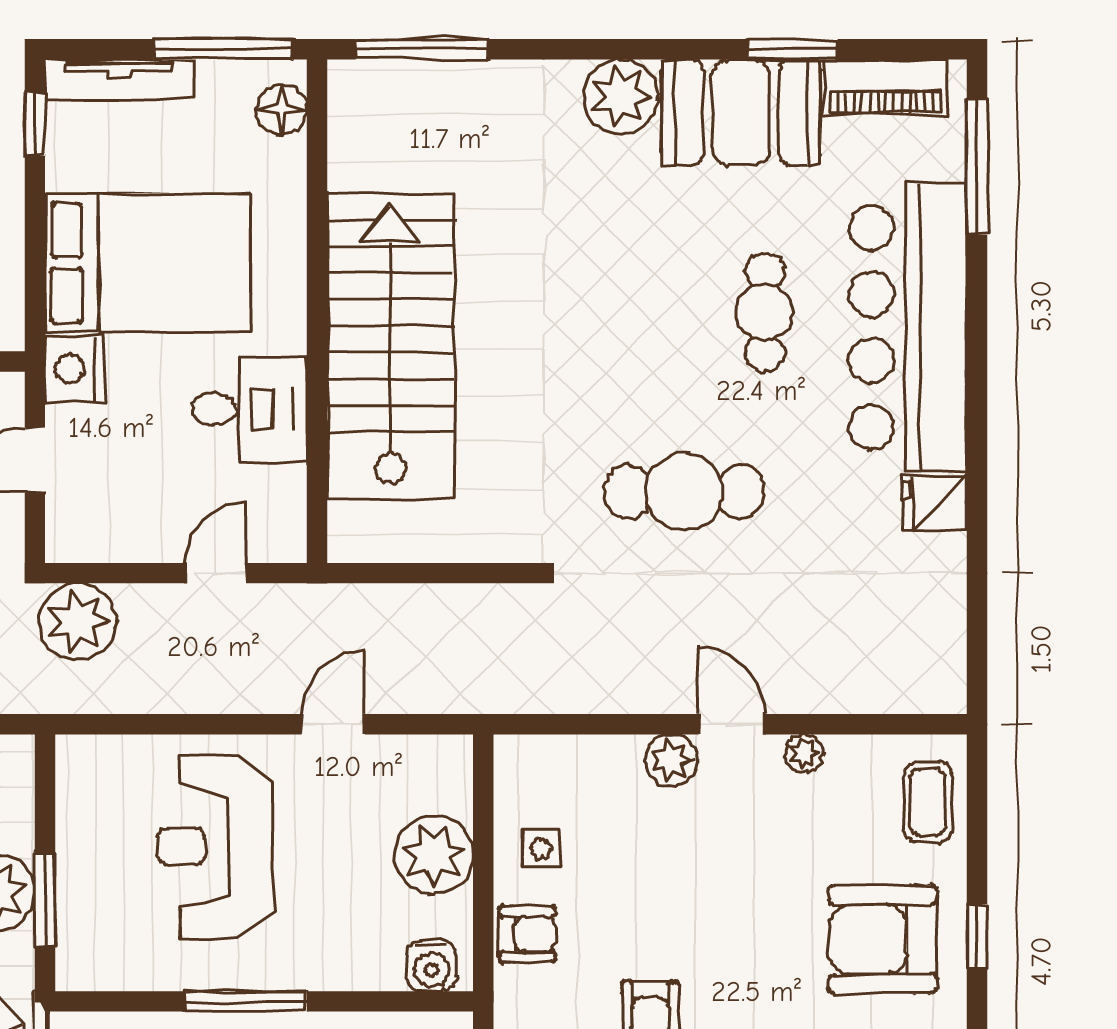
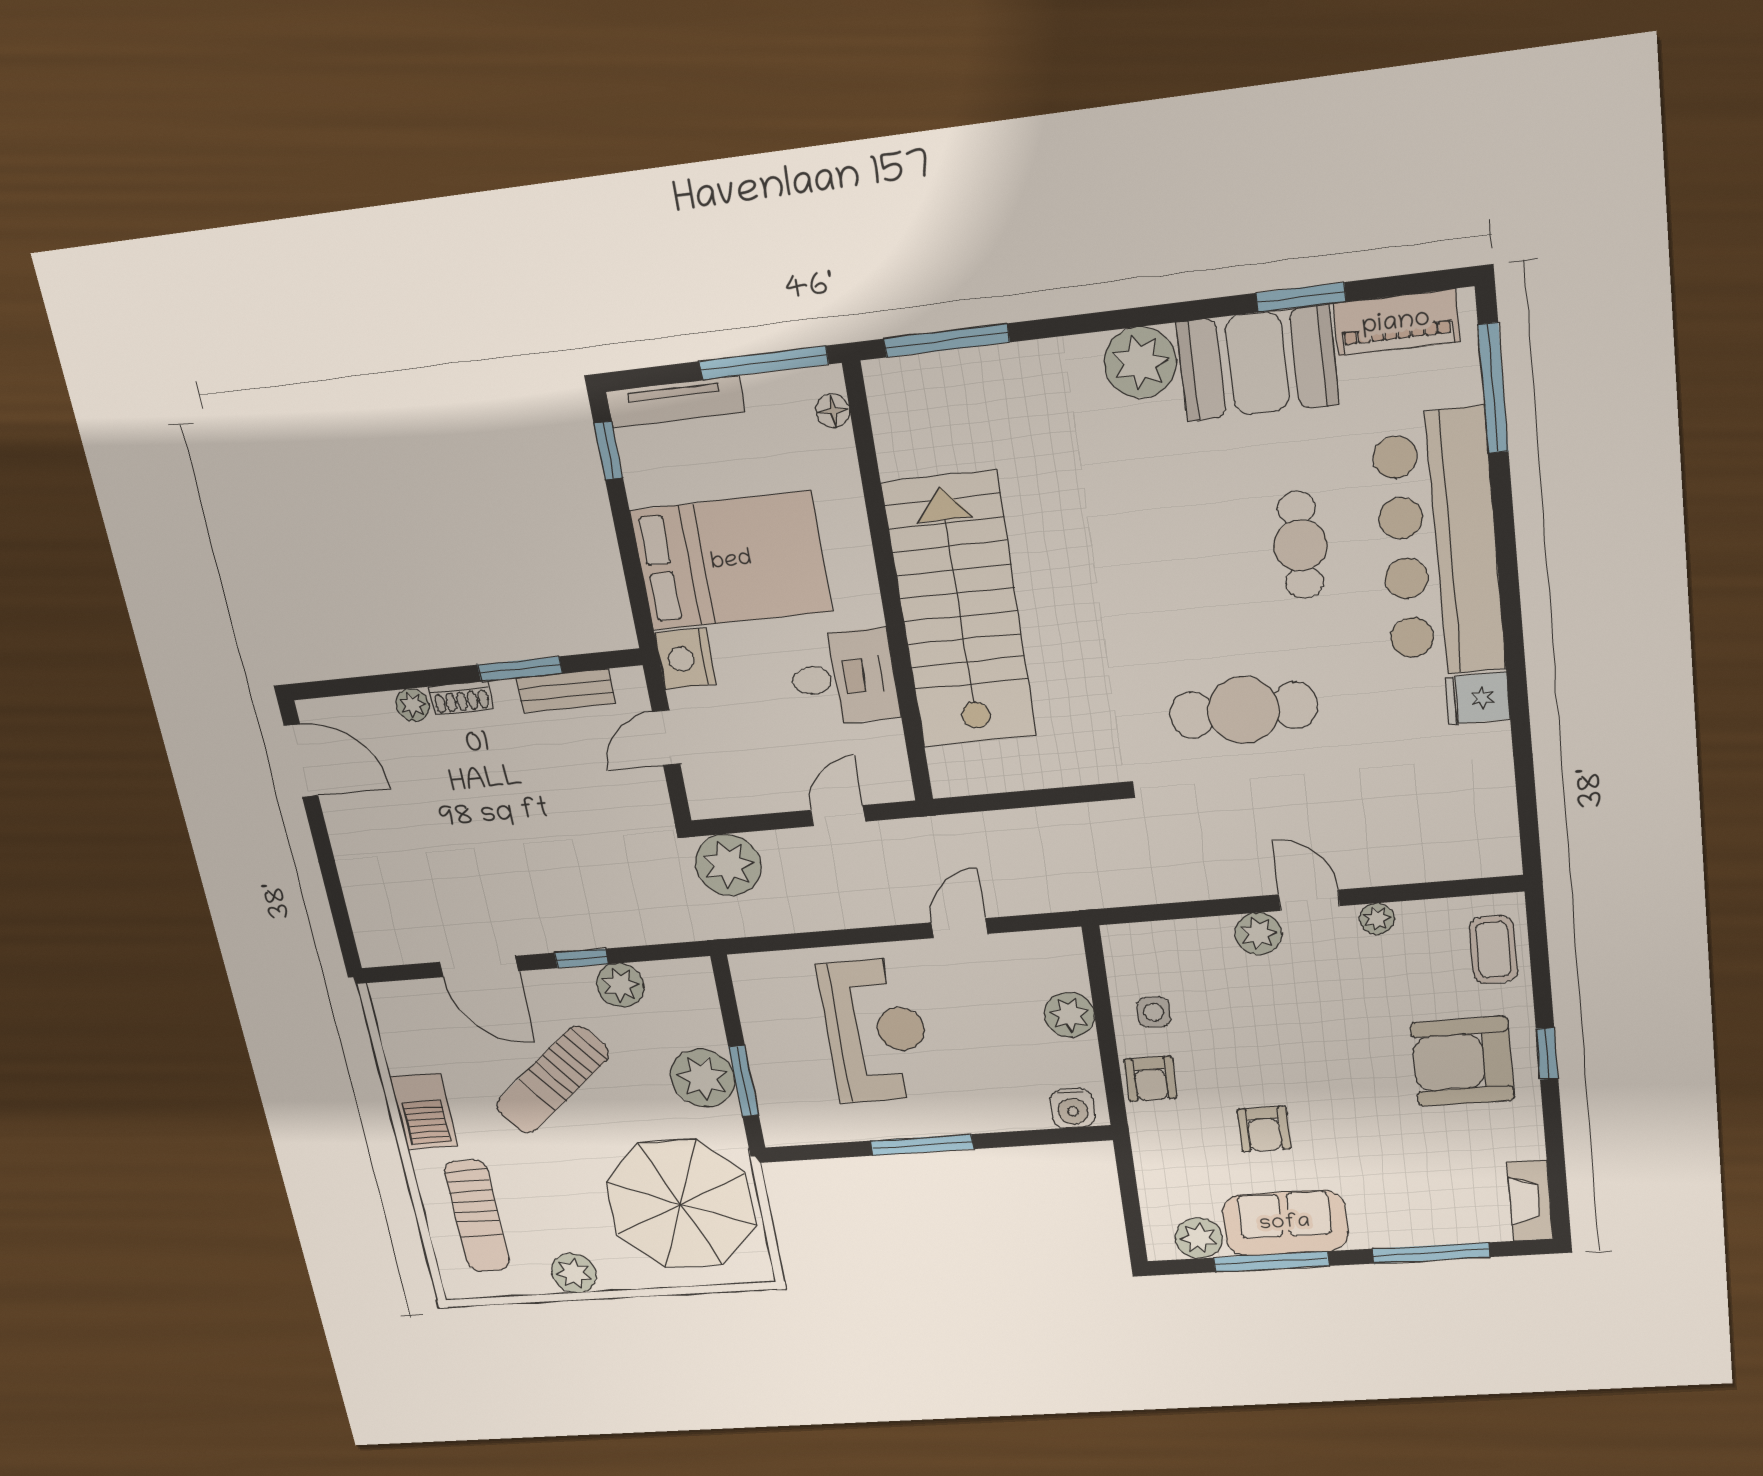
floor lamp: (282, 110) -> (833, 411), width x0.73, depth x0.73
reception desk: (215, 847) -> (876, 1031), turned 180
plant: (434, 855) -> (1069, 1015), width x0.73, depth x0.73
armchair: (527, 934) -> (1151, 1079), turned 90

